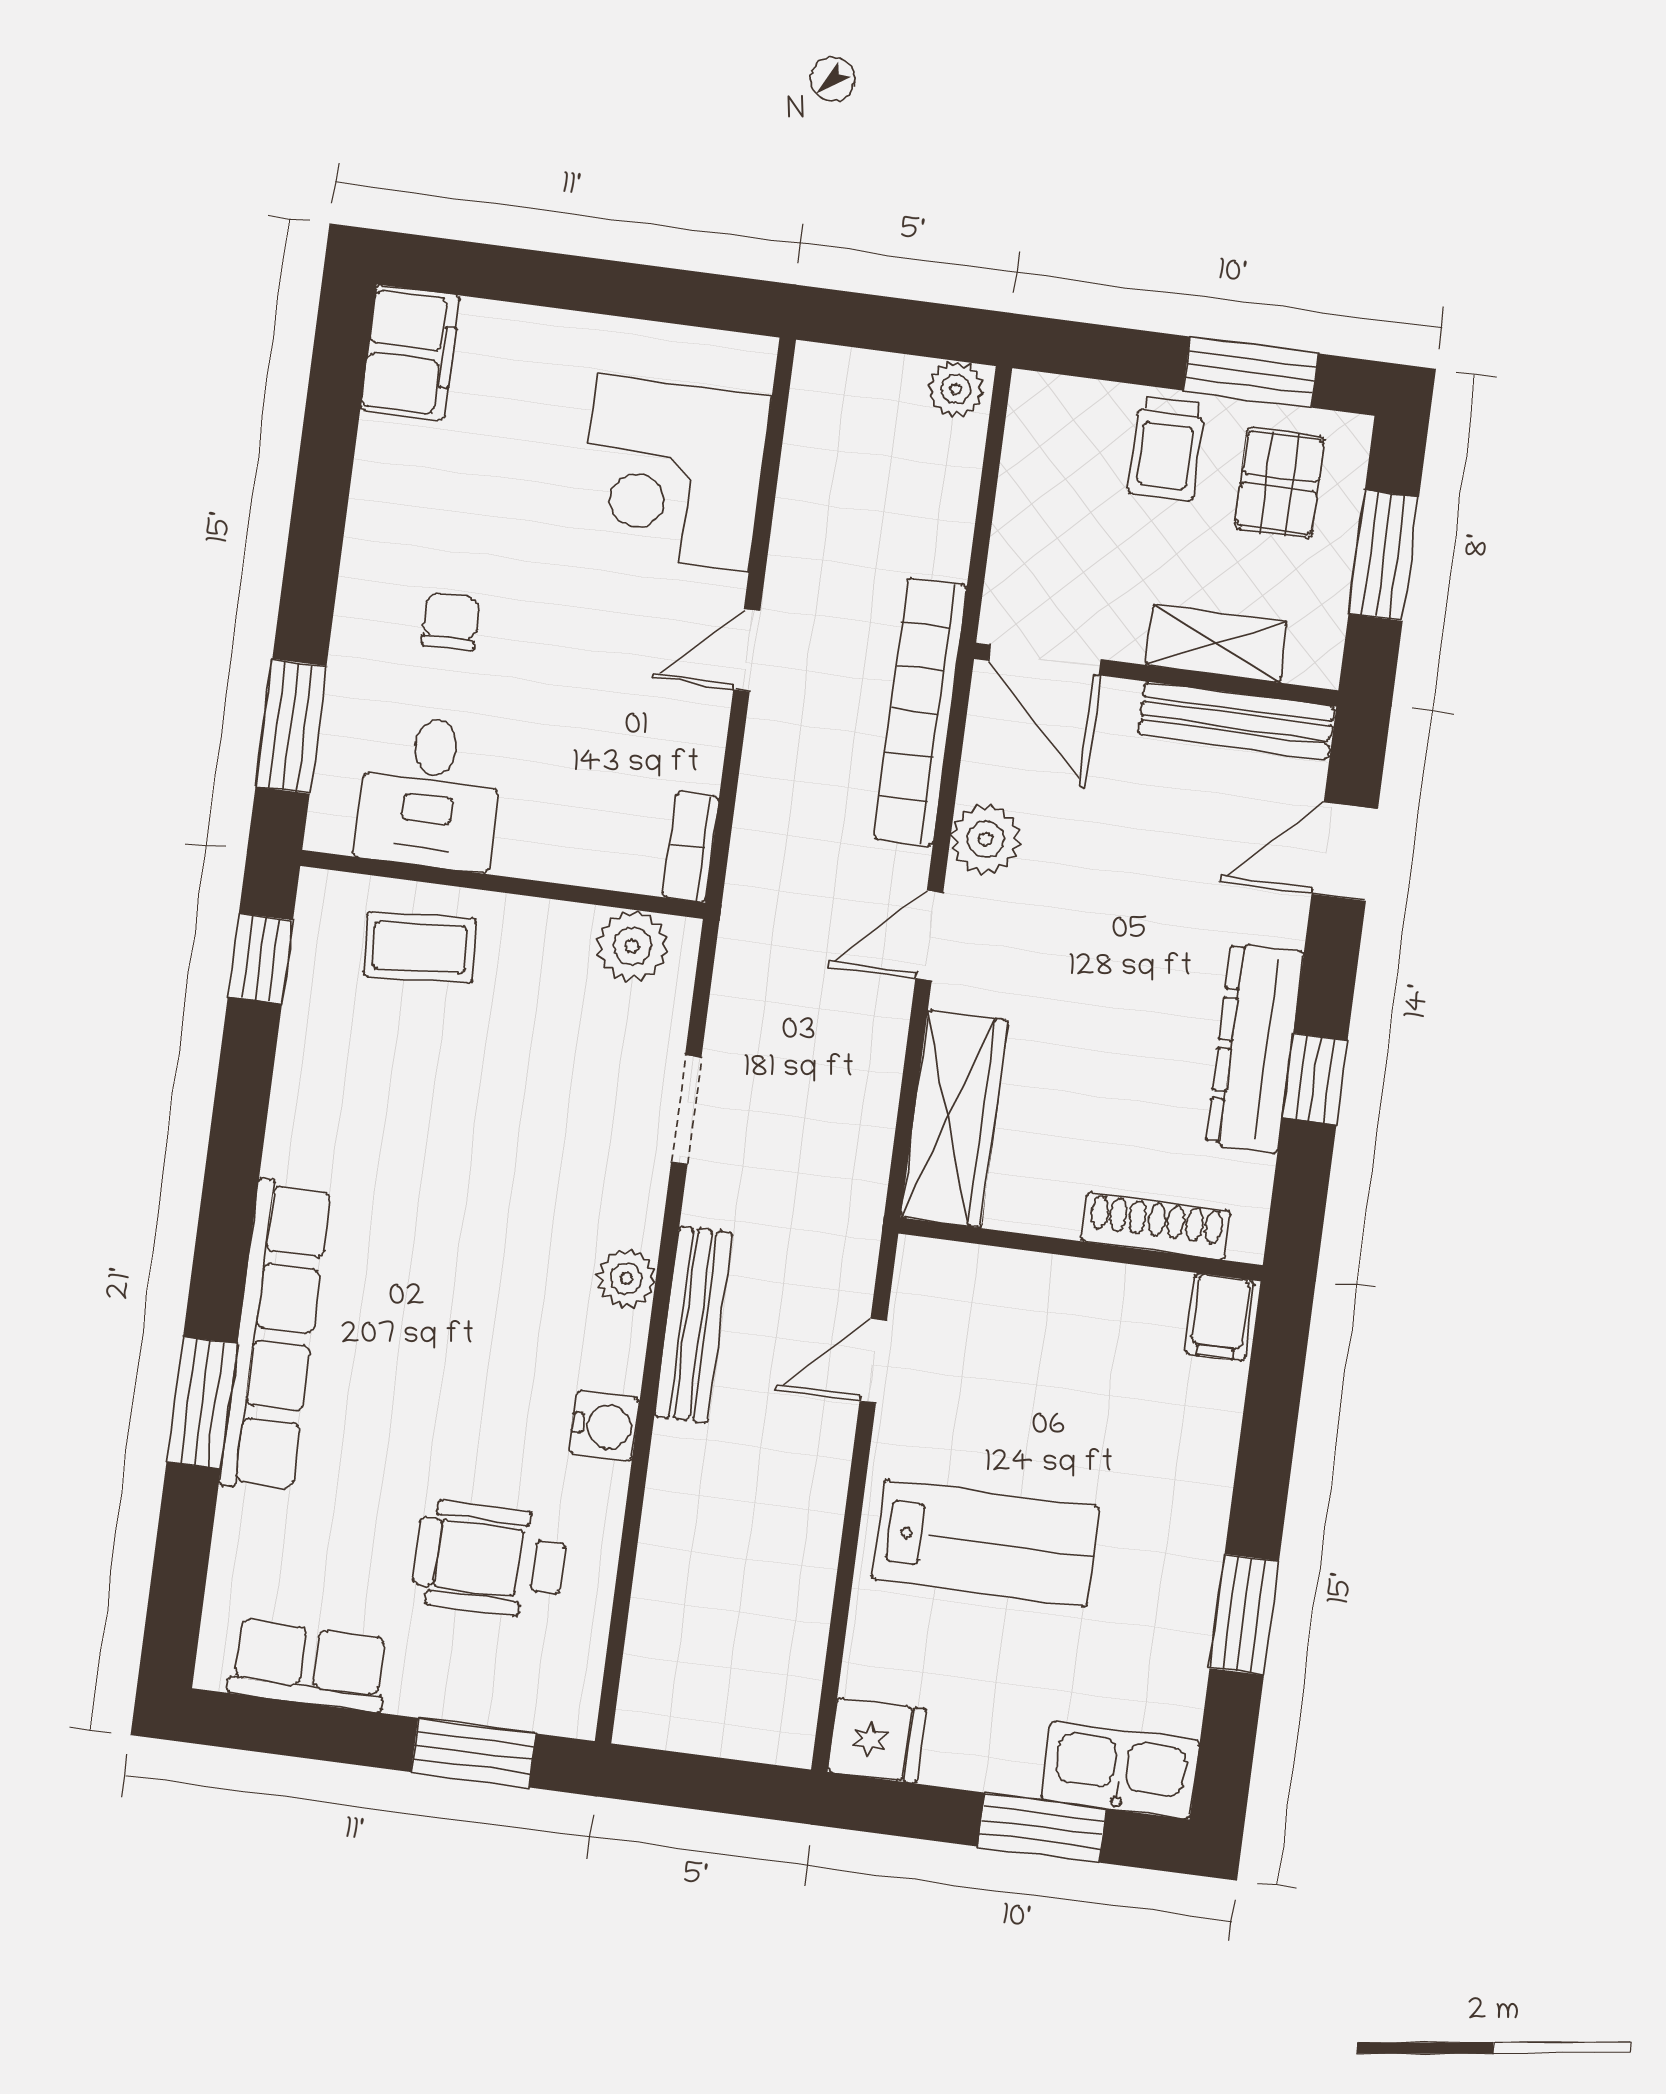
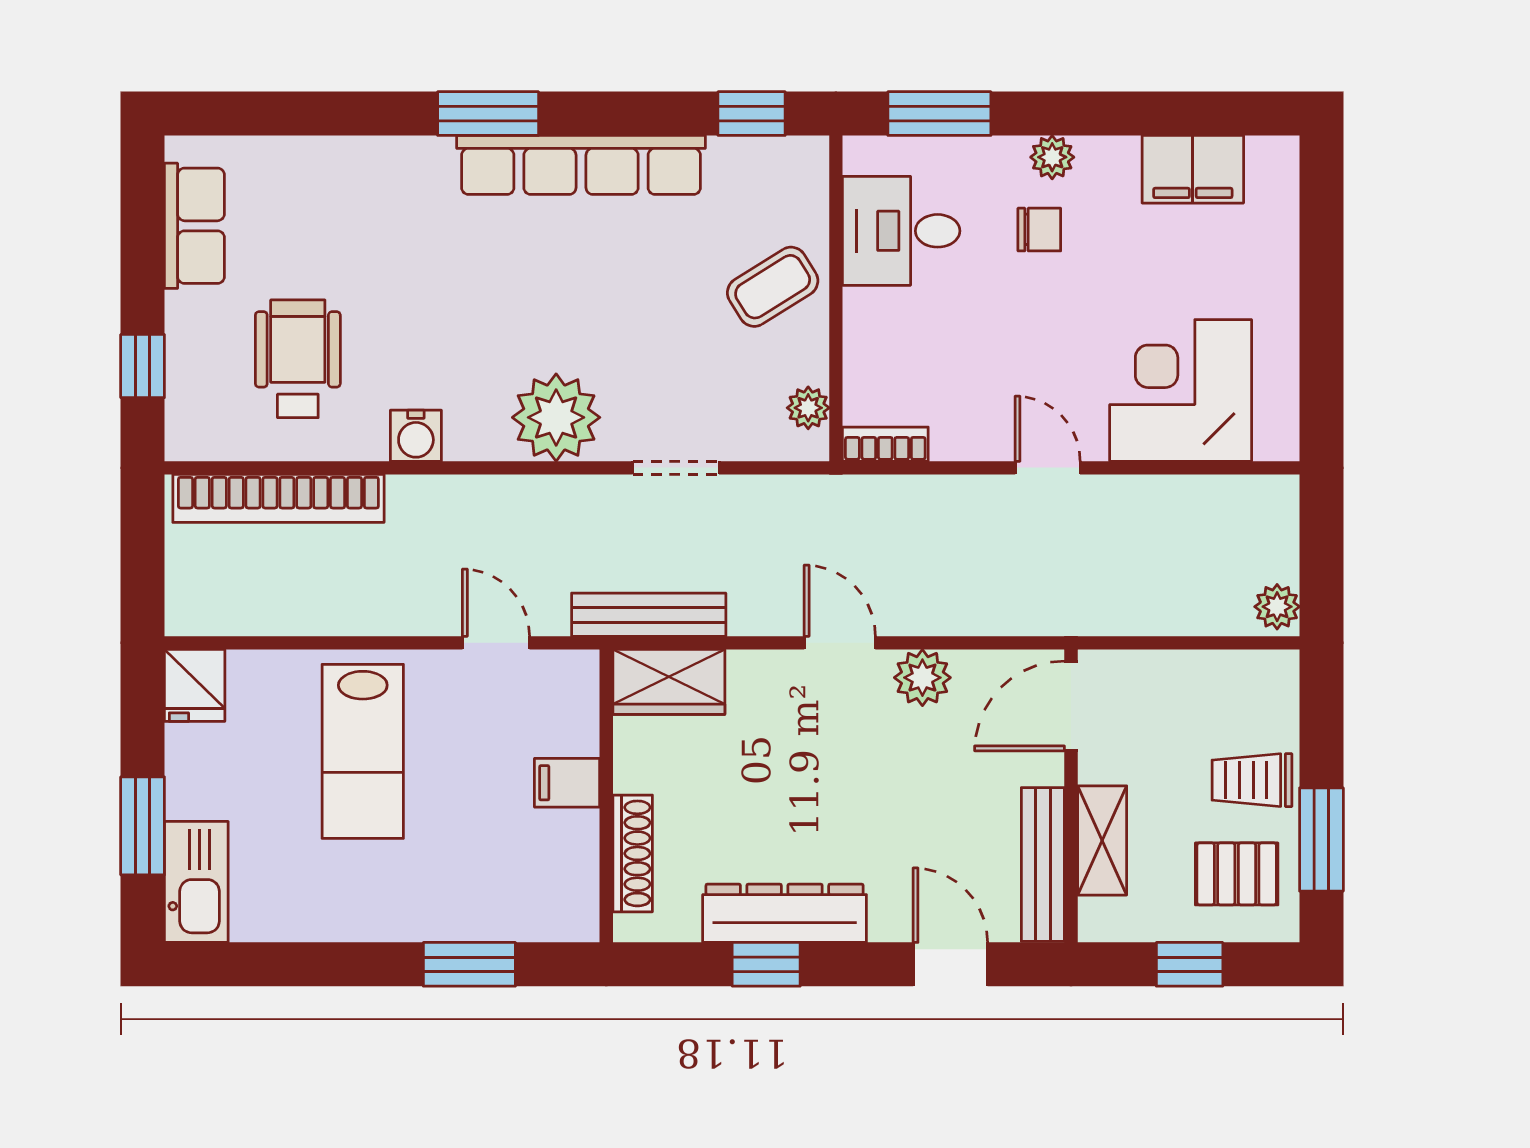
filing cabinet: (410, 353) -> (1193, 169), moved
window: (1384, 555) -> (1190, 964), width x0.67
plant: (363, 594) -> (1052, 157), added
bookcase: (920, 712) -> (278, 498), moved, turned 180
plant: (632, 946) -> (808, 408), width x0.73, depth x0.73
coffee table: (420, 947) -> (773, 287), moved, turned 62
wardrobe: (954, 1119) -> (669, 682), width x0.67
plant: (626, 1278) -> (556, 417), width x1.88, depth x1.88
filing cabinet: (1220, 1317) -> (567, 783), moved
bench: (693, 1325) -> (649, 615), moved
row of seats: (275, 1336) -> (581, 165), moved
window: (202, 1403) -> (488, 114), moved
window: (1244, 1615) -> (469, 964), moved
window: (473, 1753) -> (143, 366), width x0.67

